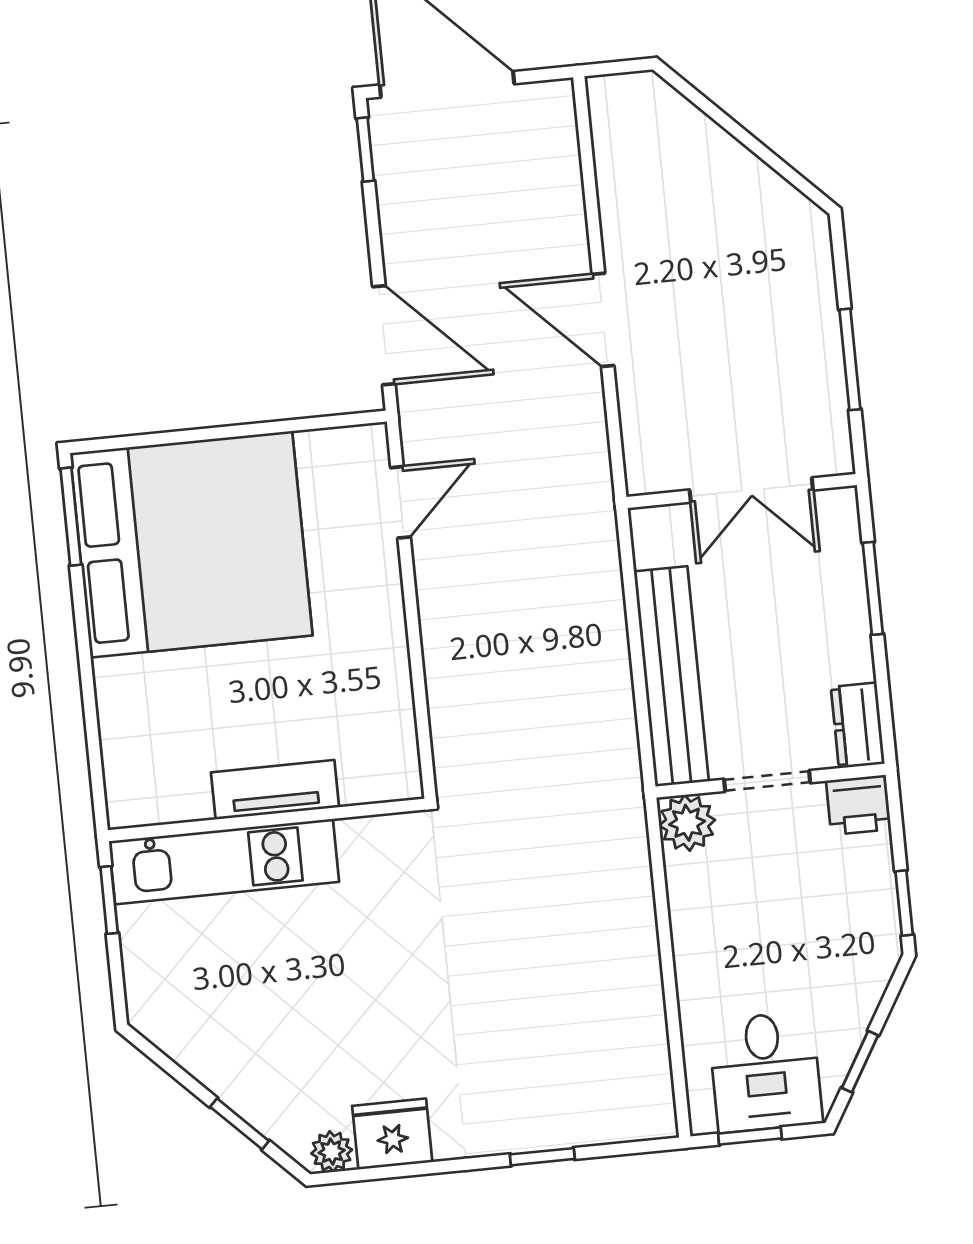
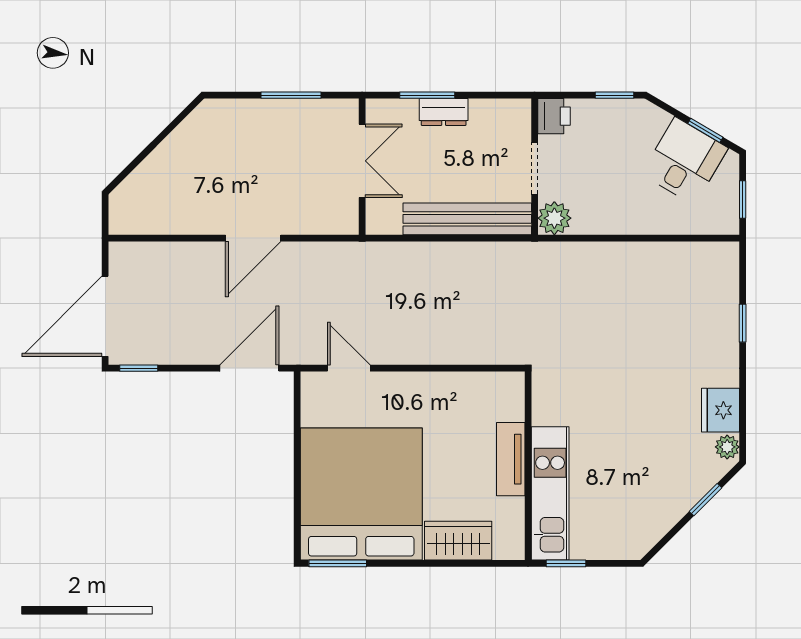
wardrobe: (129, 715) -> (458, 541), added
dresser: (858, 725) -> (444, 112), moved
desk: (765, 1072) -> (685, 161), moved, turned -59

